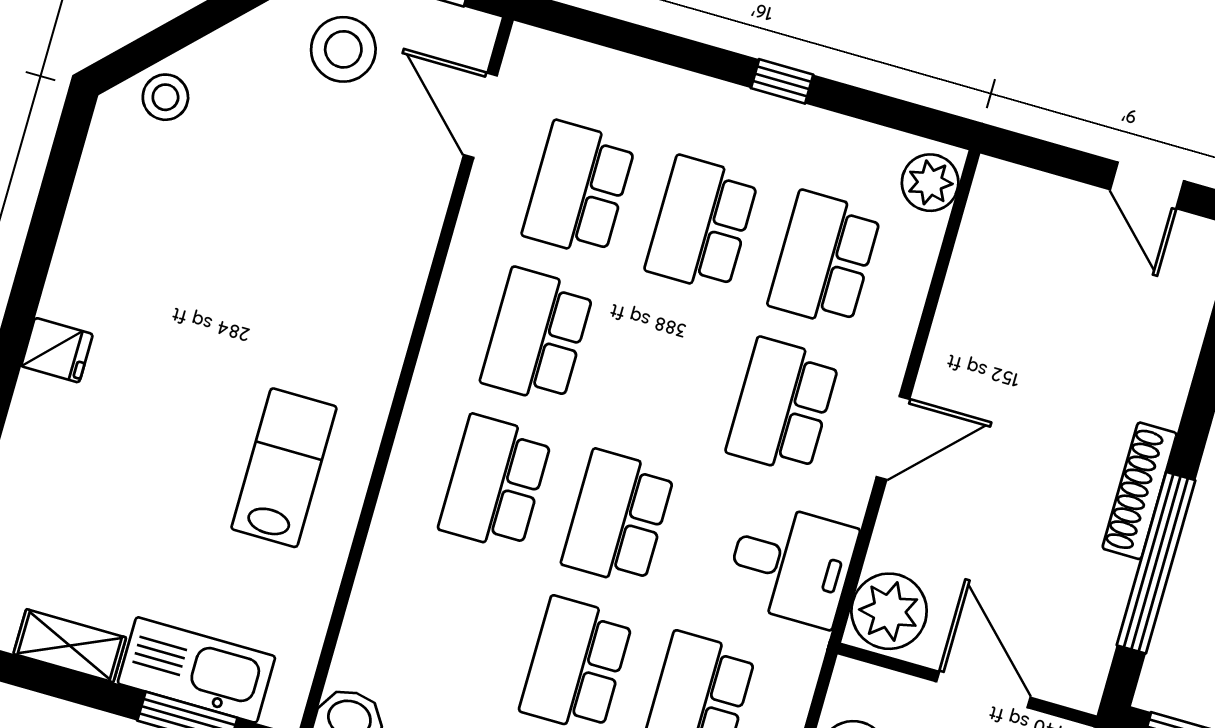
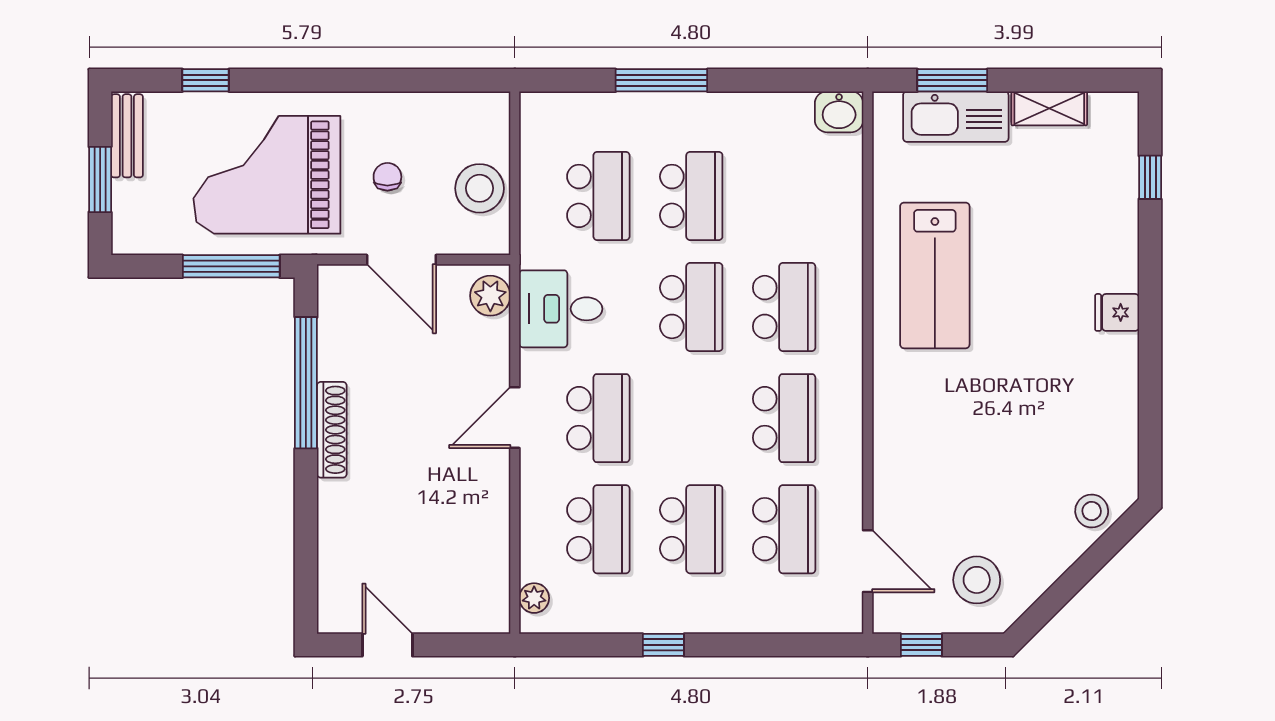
plant: (930, 183) -> (534, 598), width x0.73, depth x0.73
lab bench: (284, 468) -> (935, 275), width x1.36, depth x1.39
plant: (889, 611) -> (490, 296), width x0.73, depth x0.73

